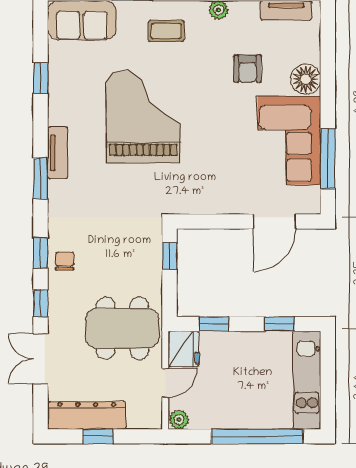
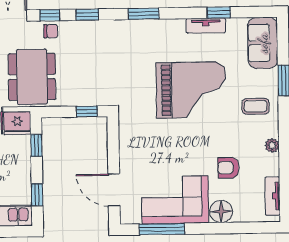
coffee table: (166, 31) -> (256, 106), turned 90
tv unit: (58, 153) -> (206, 26), moved
chair: (65, 261) -> (51, 31), moved

